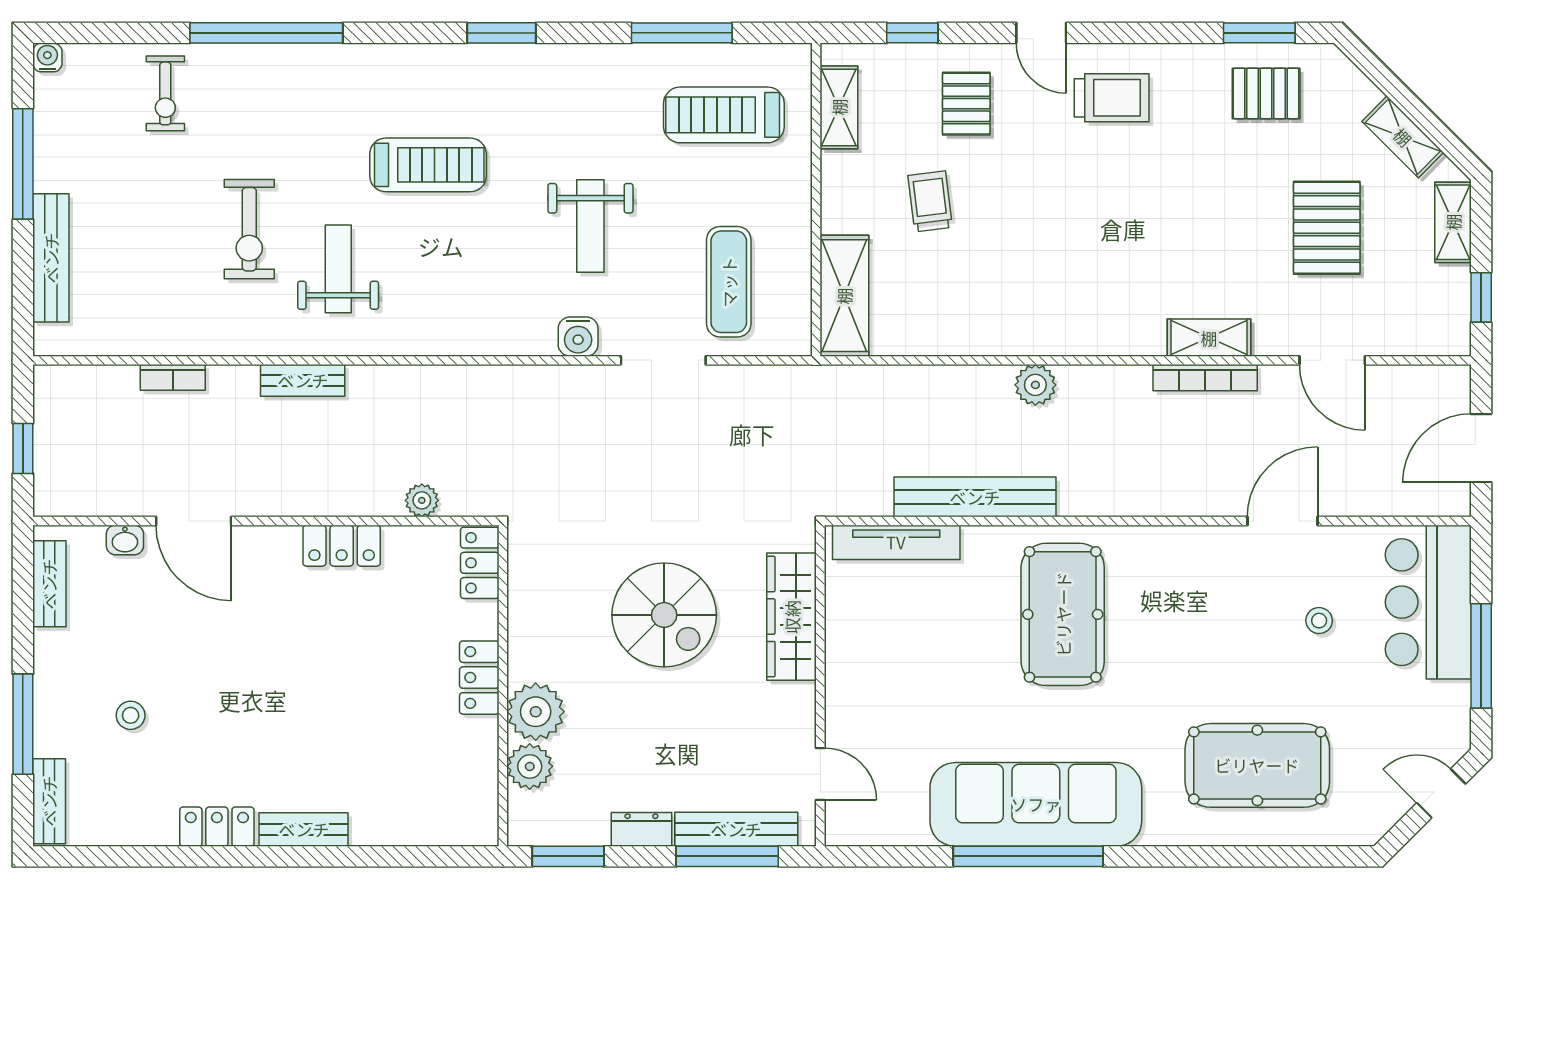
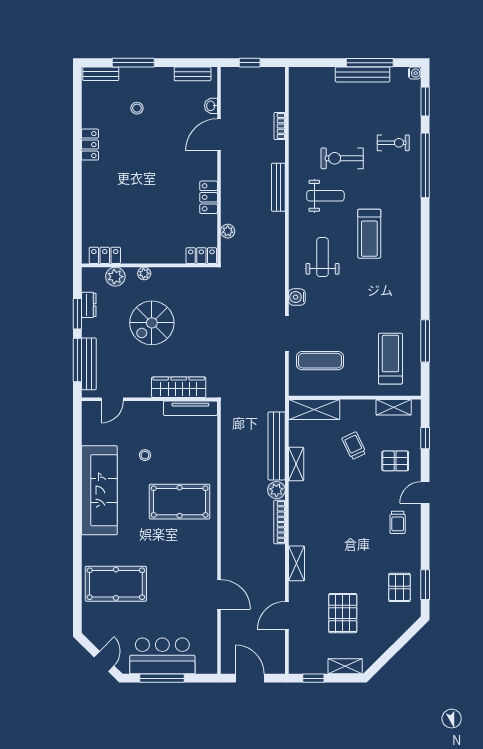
window: (501, 33) -> (425, 101), moved
exercise bike: (165, 93) -> (393, 143), moved, turned 180
trolley: (1112, 98) -> (398, 522), width x0.73, depth x0.72
shelving: (1403, 137) -> (296, 464), moved, turned -45
trolley: (930, 201) -> (354, 446), turned -108
weight bench: (590, 226) -> (323, 257), moved, turned 90
pallet: (1327, 228) -> (343, 613), turned 90
bench: (51, 258) -> (363, 75), moved
bookcase: (1205, 378) -> (280, 522), moved
bench: (303, 380) -> (278, 187), width x1.36
bench: (975, 497) -> (277, 446), moved
tv unit: (896, 542) -> (190, 408), moved, turned -90
bar counter: (1428, 602) -> (162, 656), moved
spiral stairs: (664, 615) -> (152, 323), moved
stool: (1319, 621) -> (145, 455), moved
locker: (479, 678) -> (105, 255), moved
plant: (536, 712) -> (144, 273), width x0.53, depth x0.53
pool table: (1257, 765) -> (116, 584), turned 90
bench: (304, 829) -> (89, 181), removed
dresser: (641, 829) -> (89, 305), moved
window: (568, 856) -> (77, 314), moved
window: (1028, 856) -> (77, 487), removed

